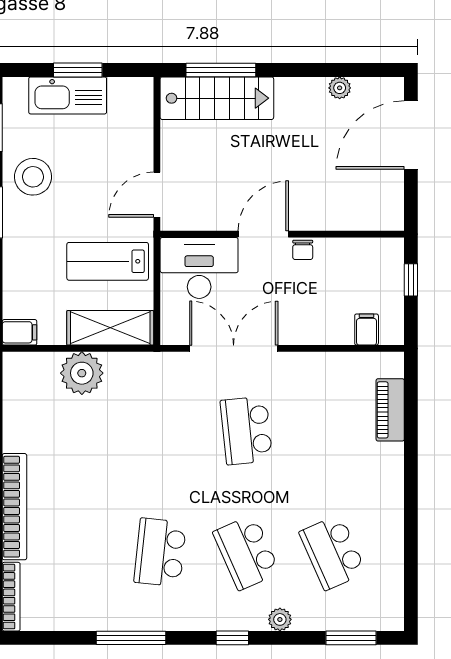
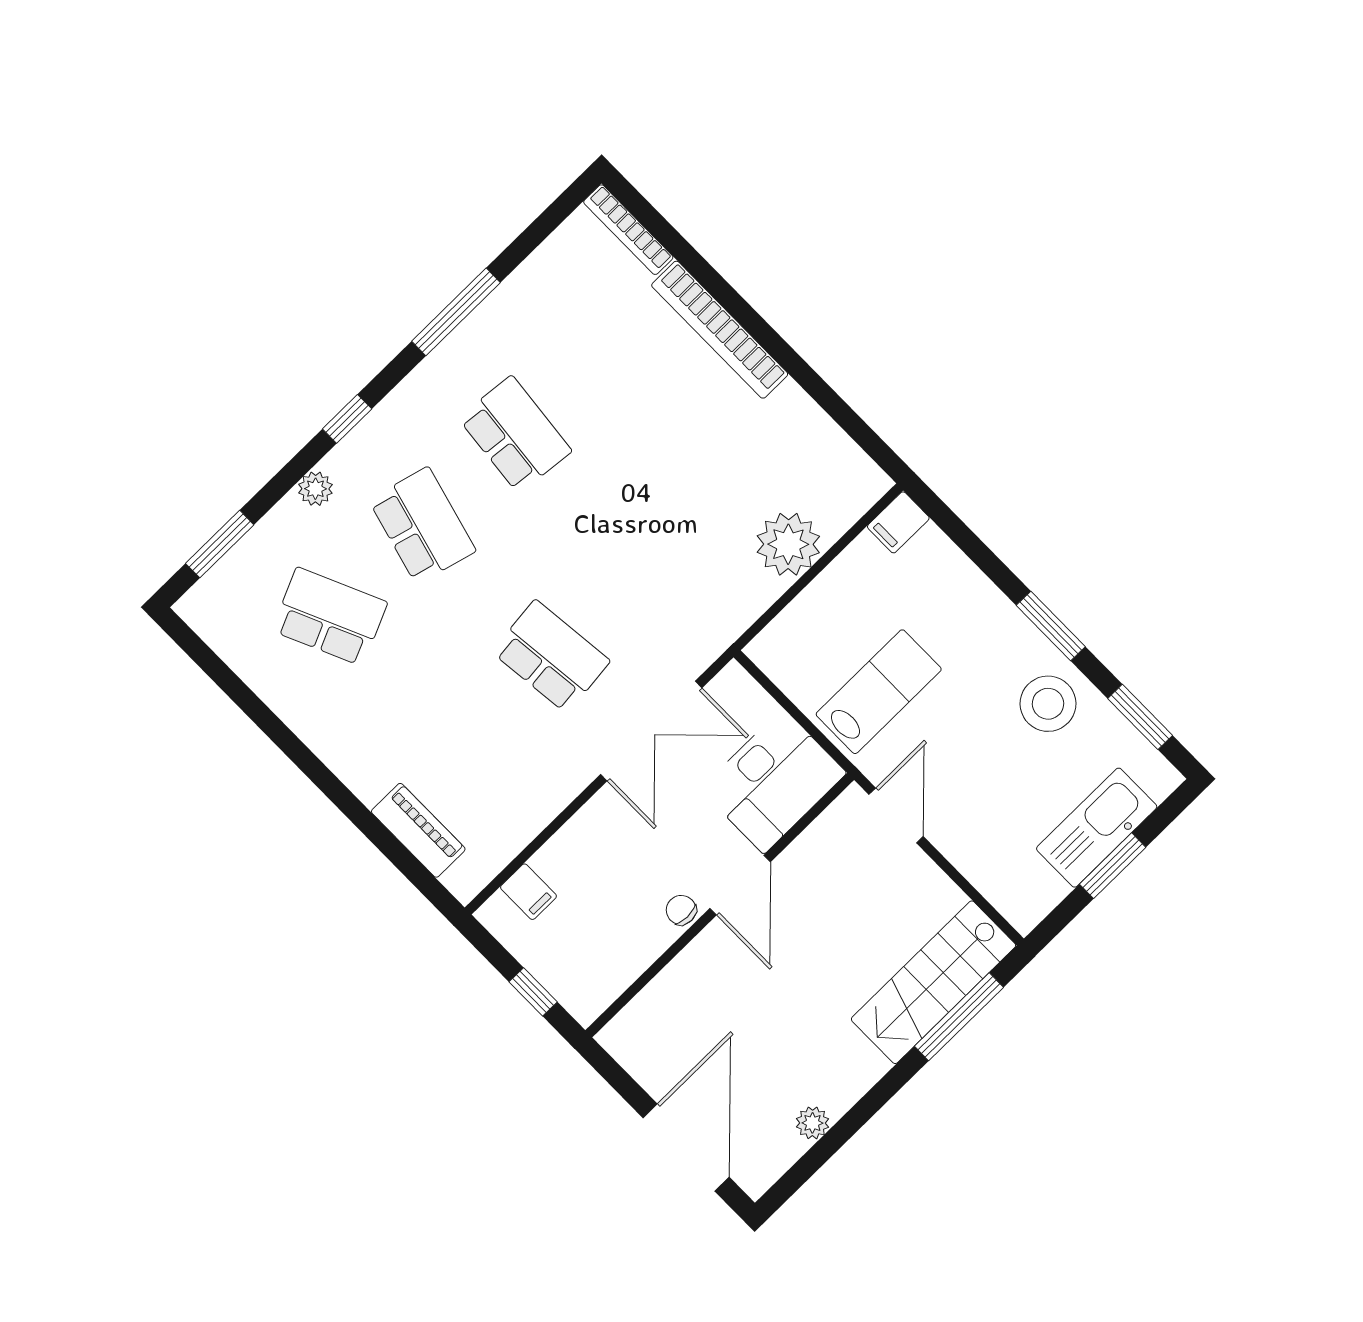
shelving: (110, 328) -> (806, 623), removed
school desk: (246, 552) -> (422, 525), turned 39

